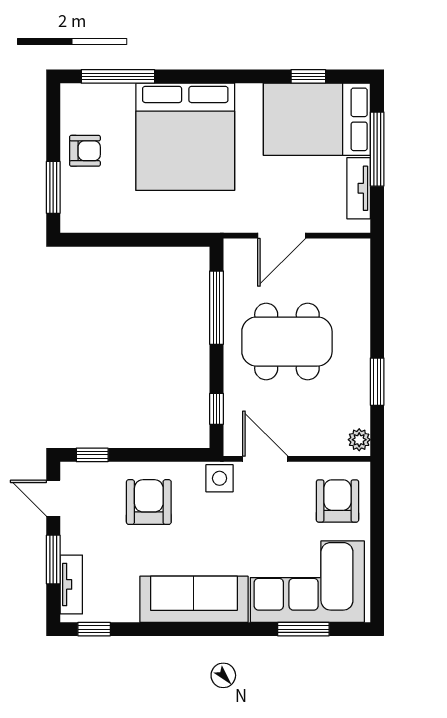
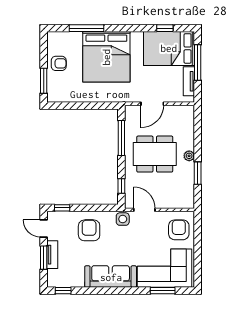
window: (118, 76) -> (86, 28), moved
plant: (359, 440) -> (189, 156), moved
tv unit: (71, 584) -> (52, 255), moved

